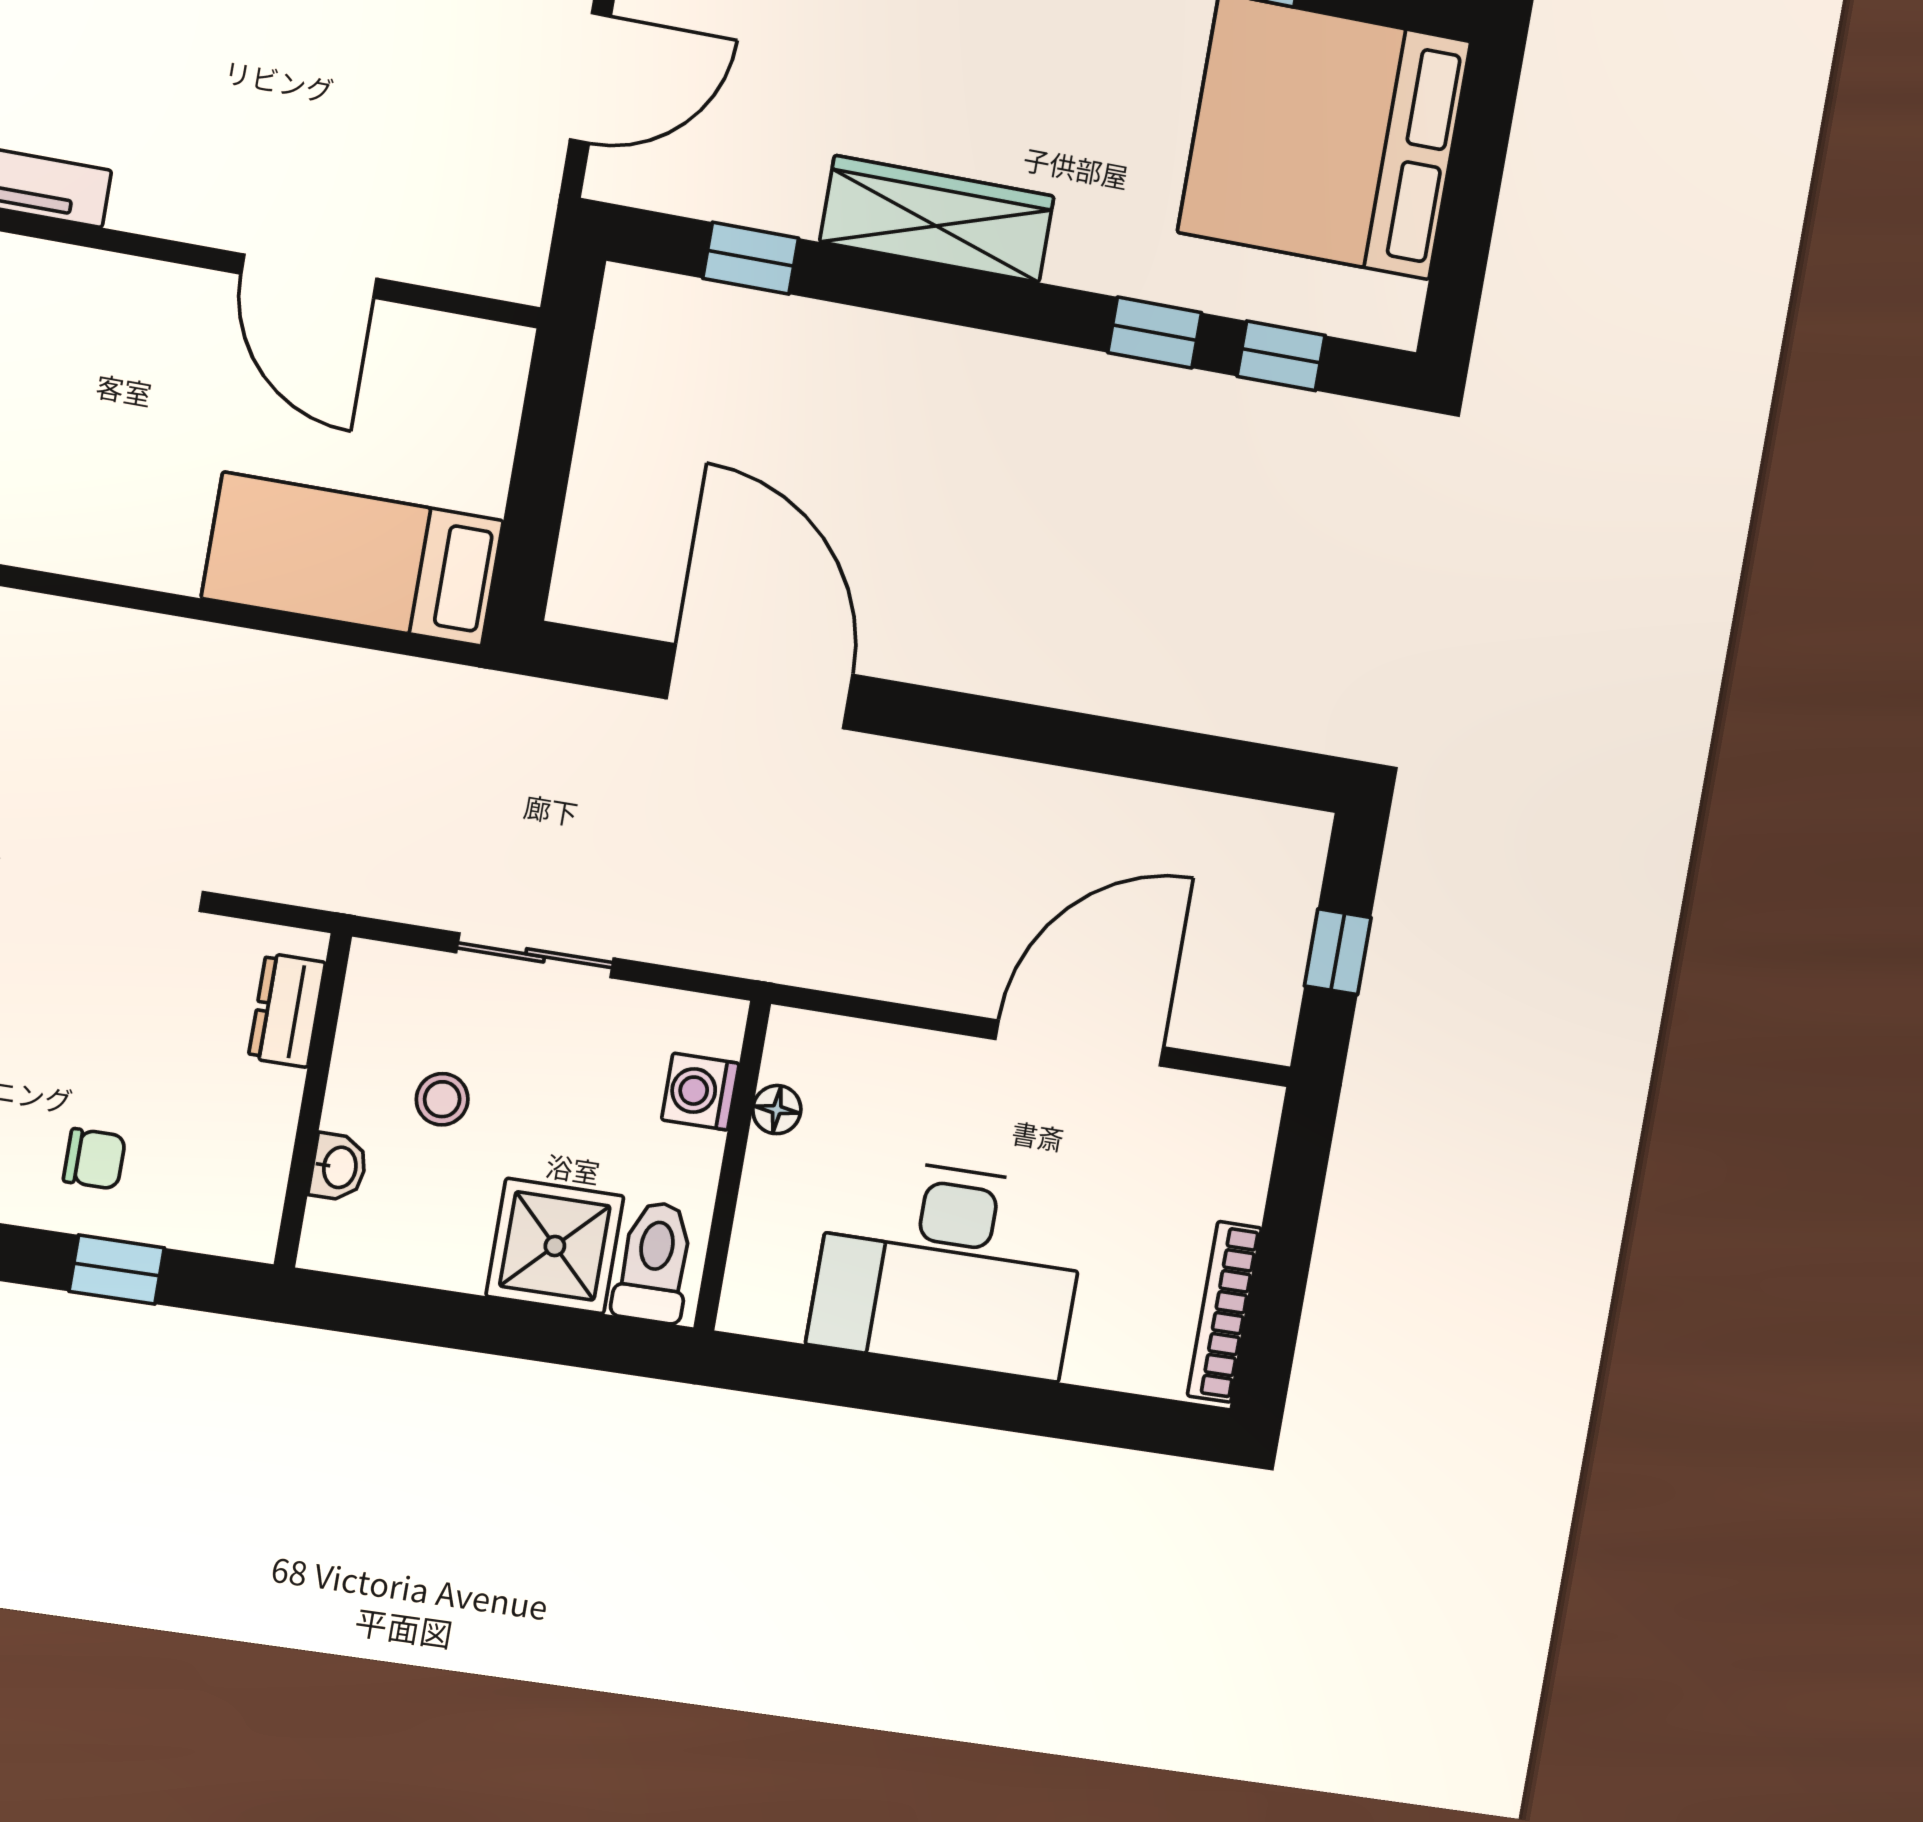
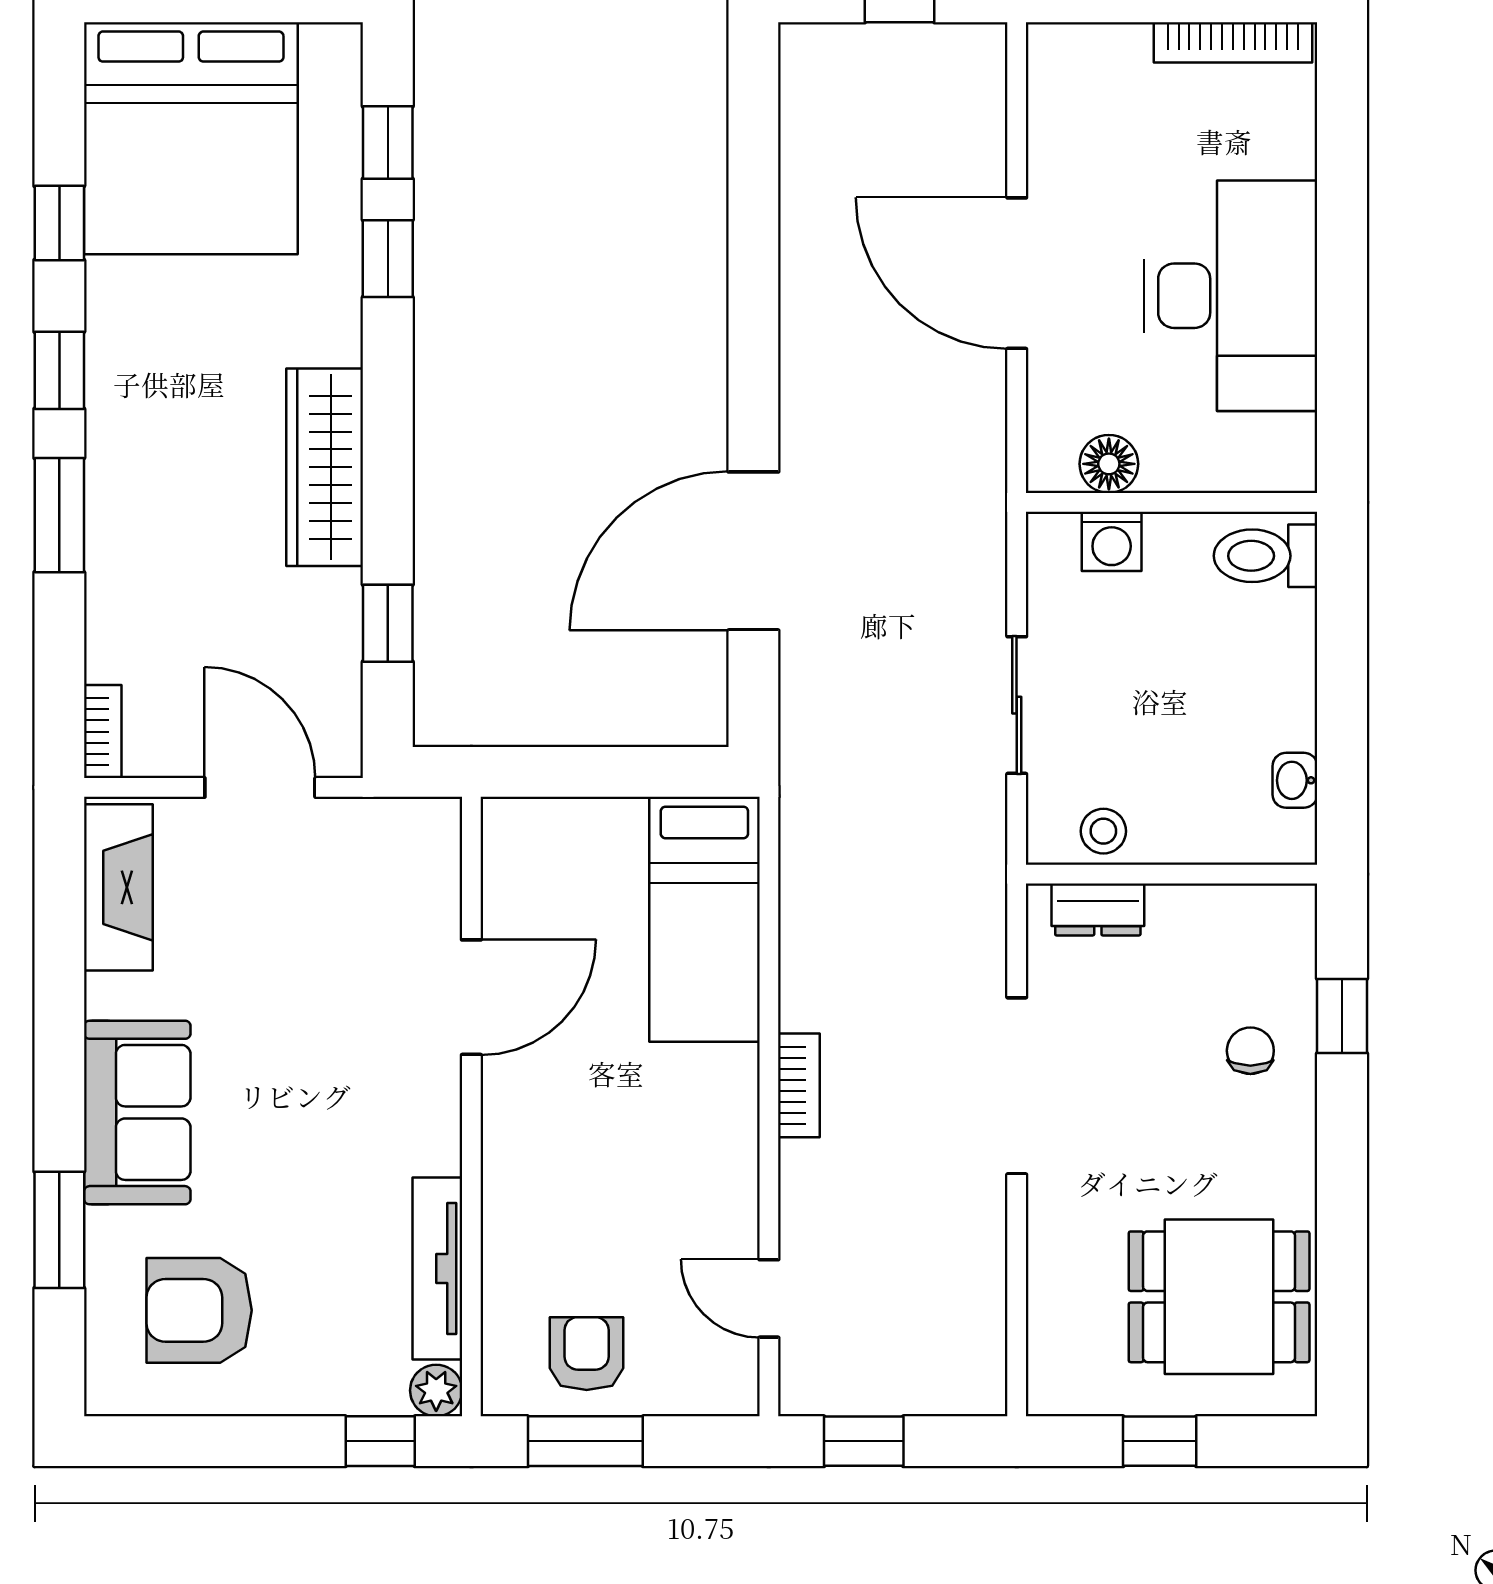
bookcase: (143, 635) -> (799, 1085), added
door: (1079, 1043) -> (1017, 273), moved
stool: (442, 1099) -> (1103, 831), moved
floor lamp: (777, 1110) -> (1109, 464), width x1.37, depth x1.37
washbasin: (338, 1167) -> (1295, 780), moved, turned -90
shower: (555, 1246) -> (1265, 645), removed

